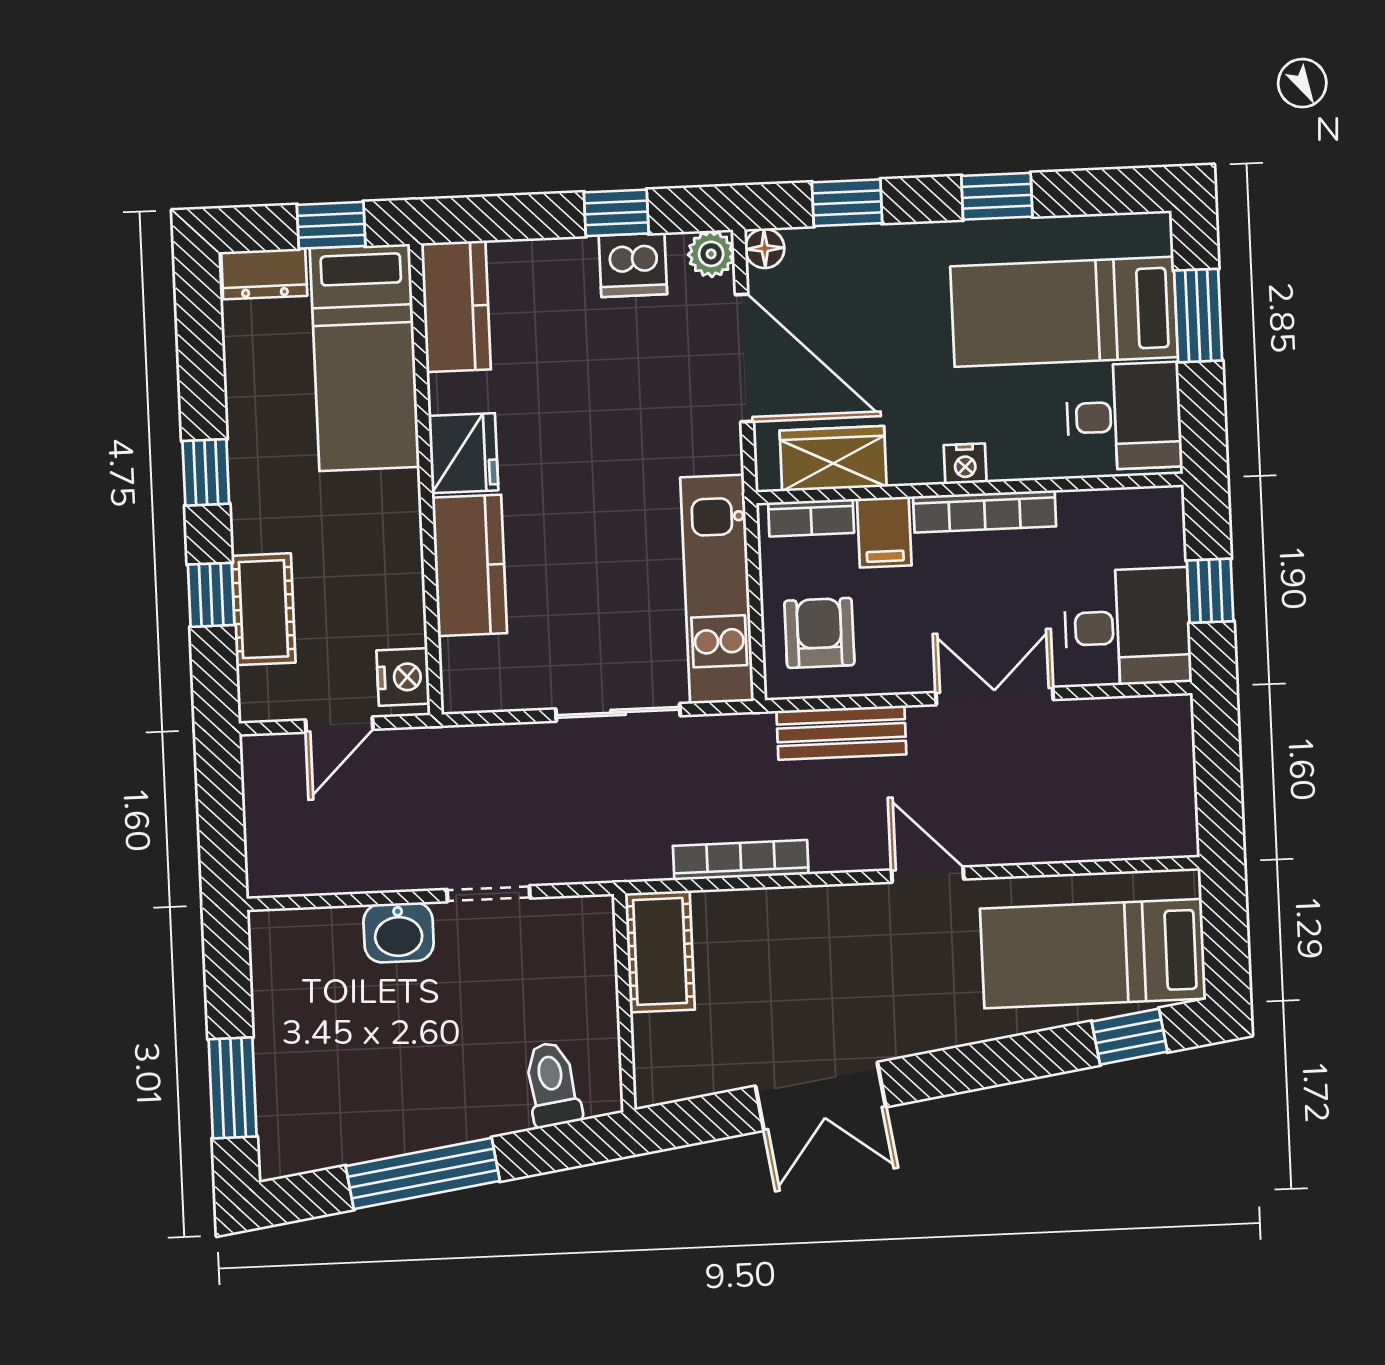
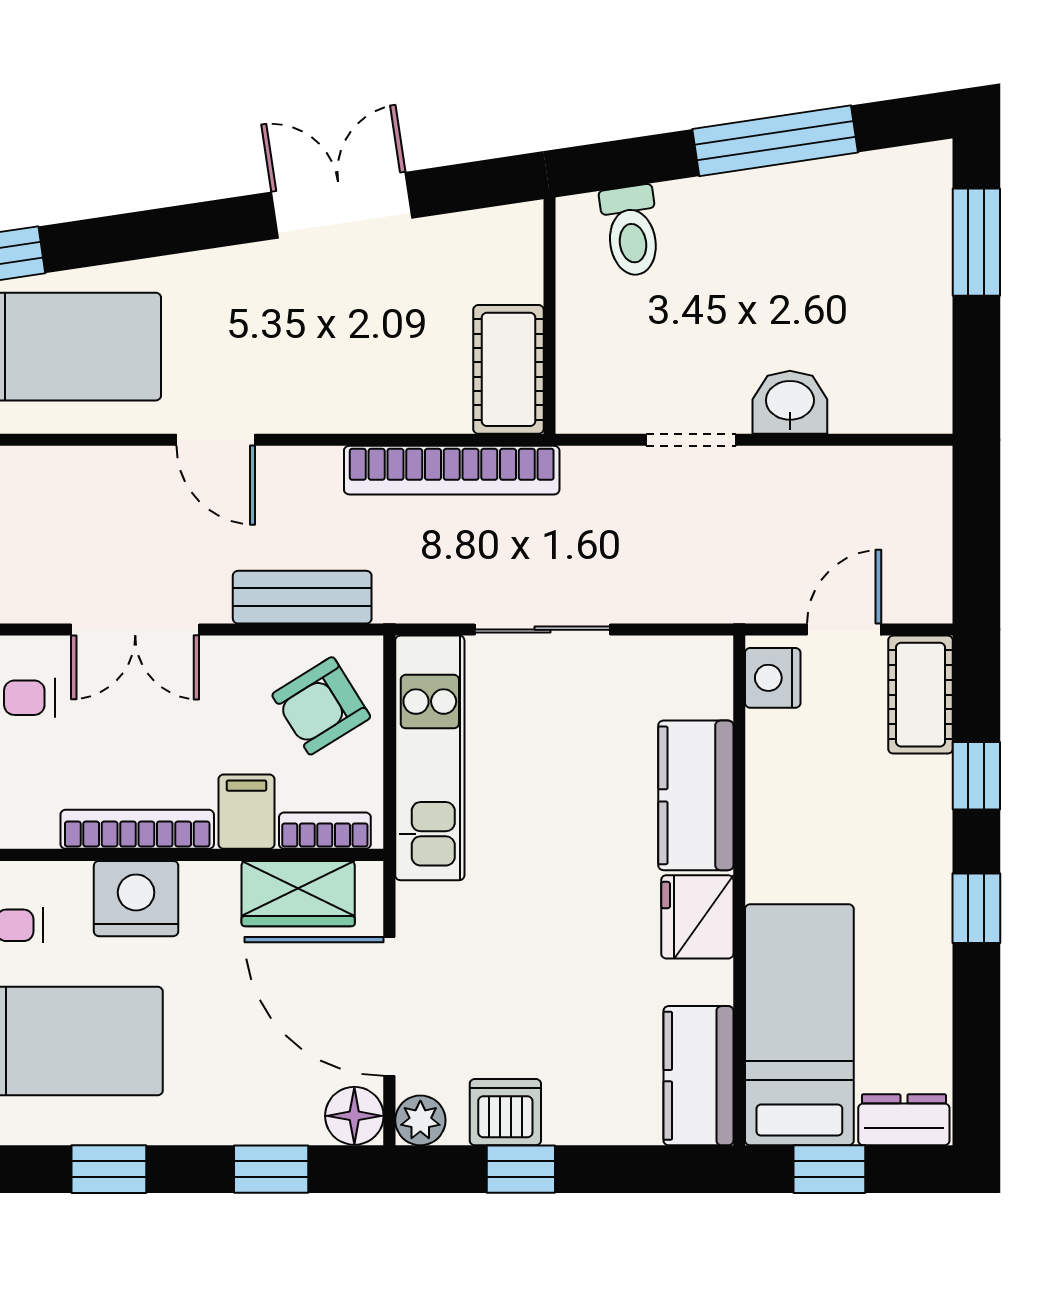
floor lamp: (765, 248) -> (354, 1116), width x1.37, depth x1.37
nightstand: (965, 464) -> (136, 899), width x1.89, depth x1.79
cot: (263, 609) -> (920, 695), moved
armchair: (819, 633) -> (321, 706), turned 58
bookcase: (741, 860) -> (452, 470), width x1.48, depth x1.31

